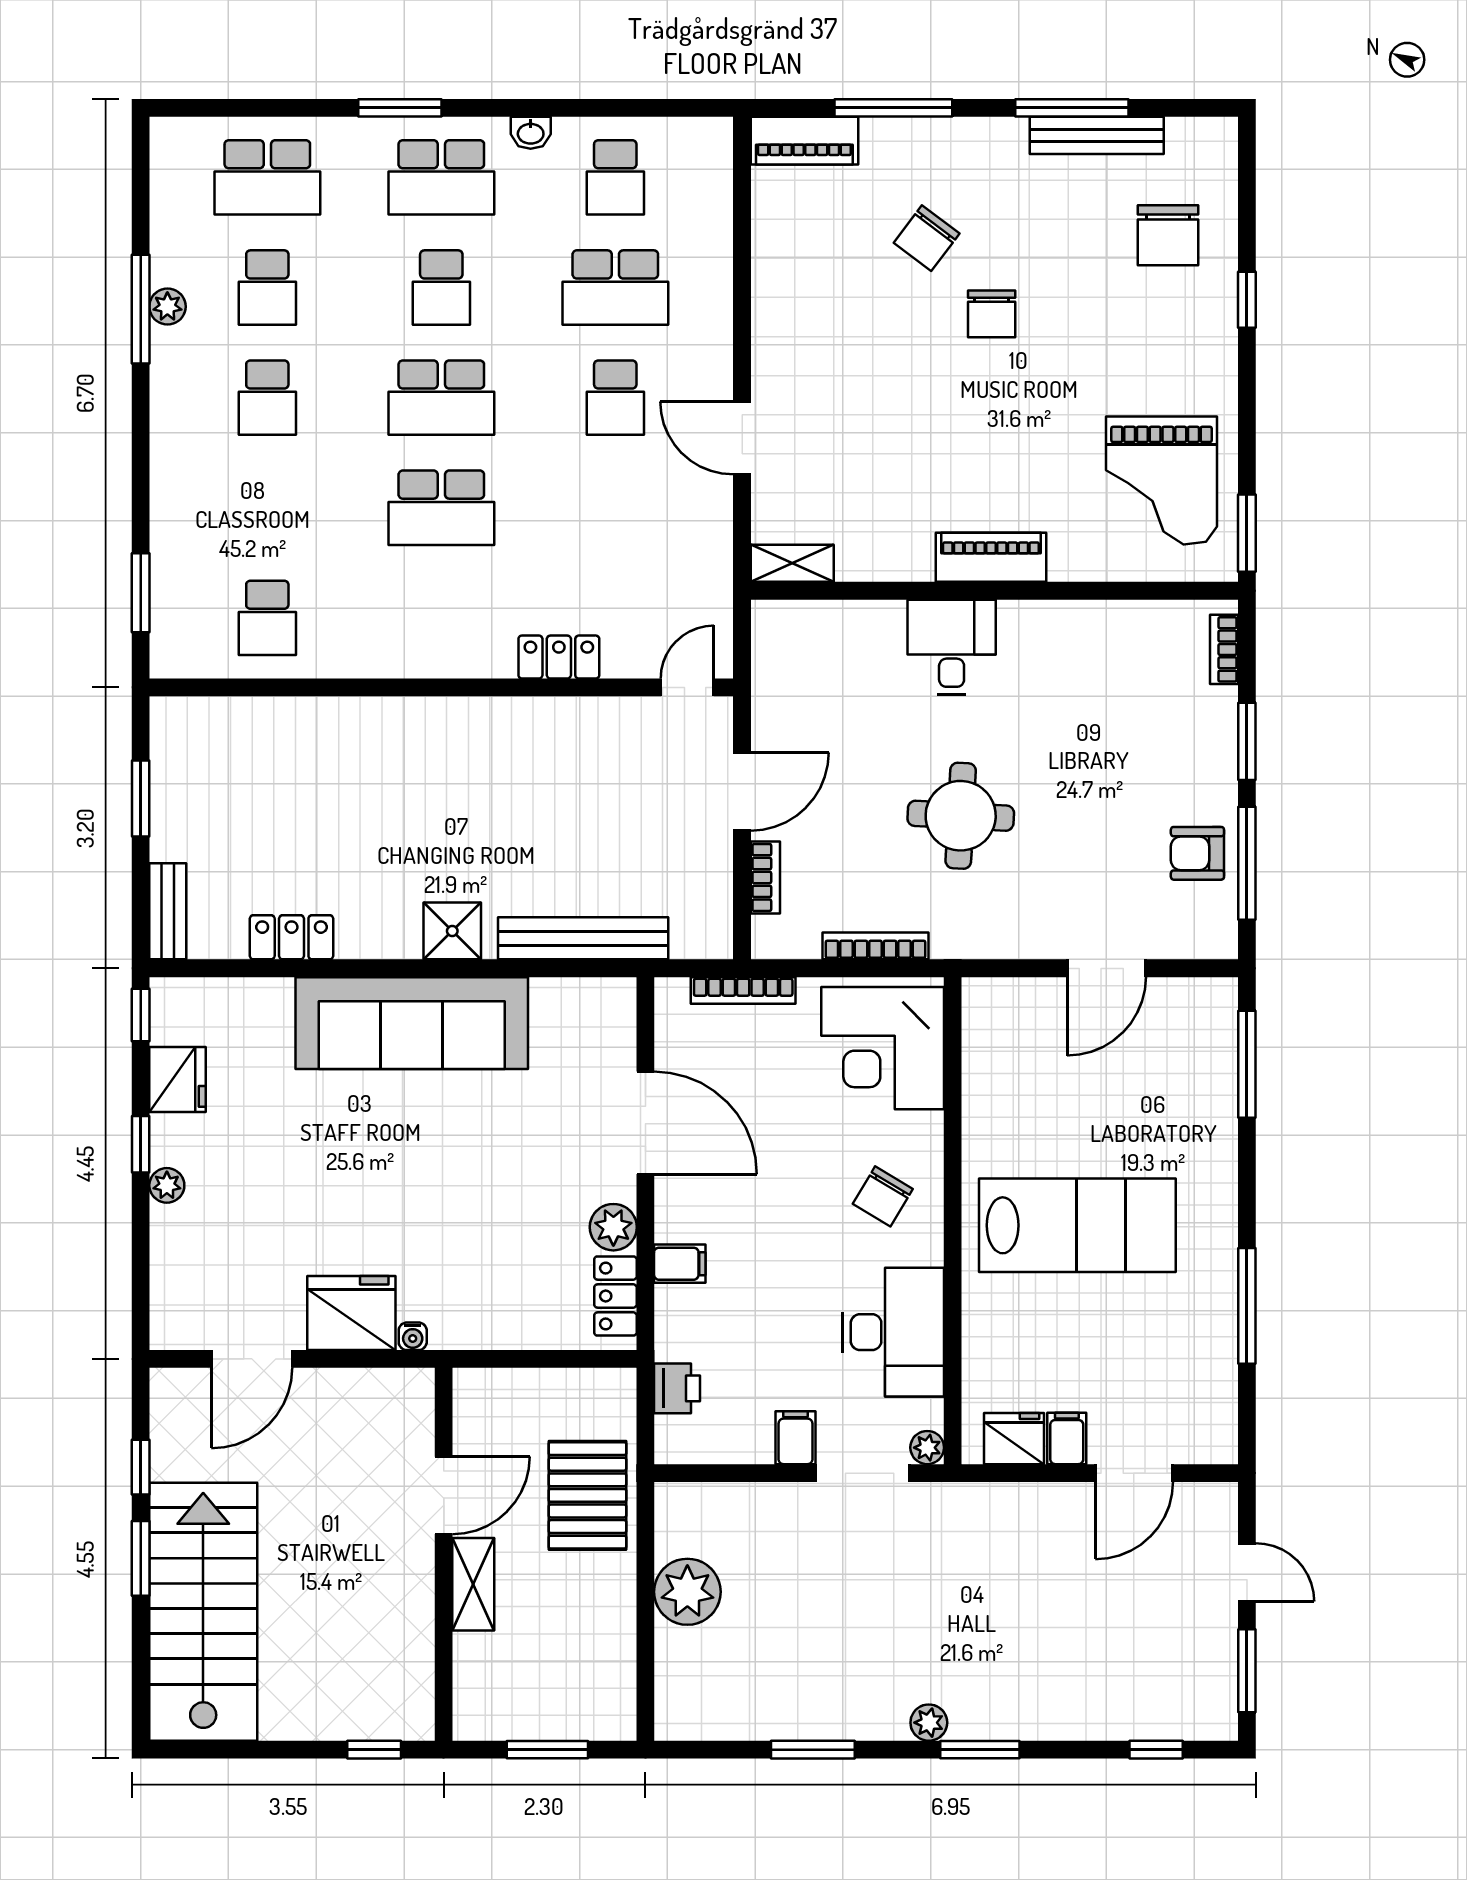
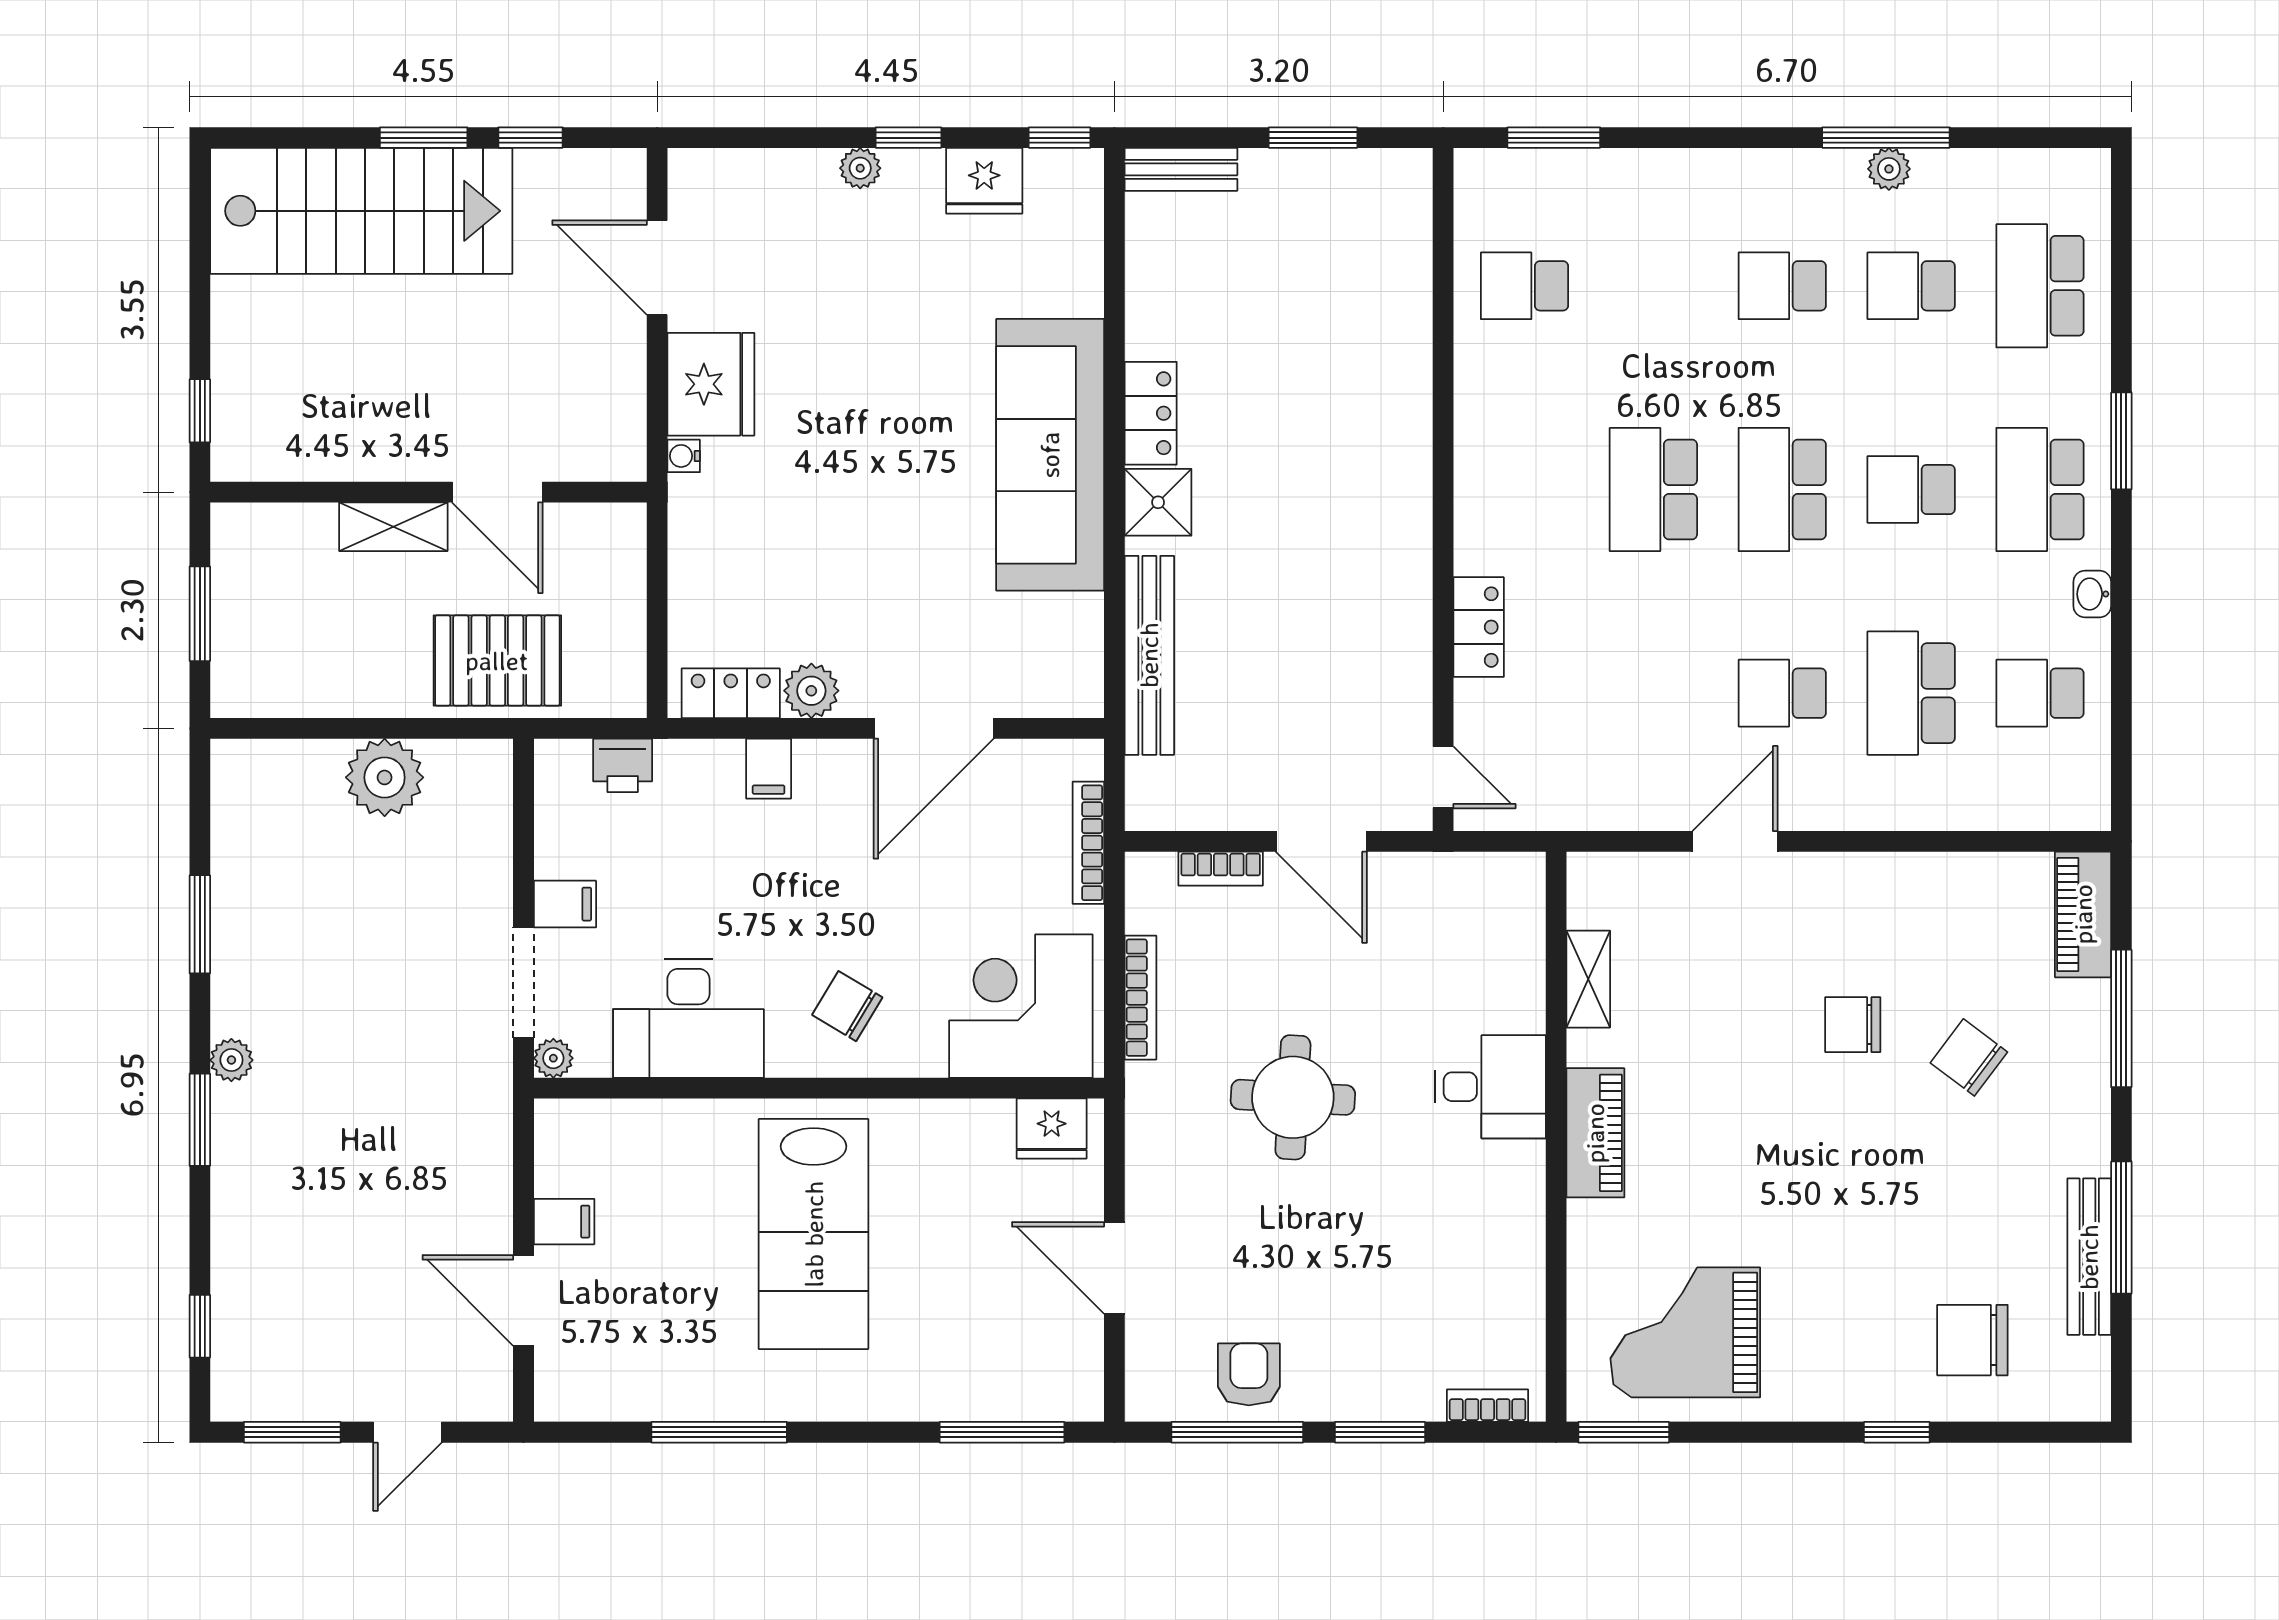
chair: (992, 314) -> (1853, 1025), moved
shelving: (792, 563) -> (1588, 979), moved
locker: (292, 937) -> (1151, 413), moved
fridge: (1014, 1439) -> (1052, 1128), moved, turned 90

